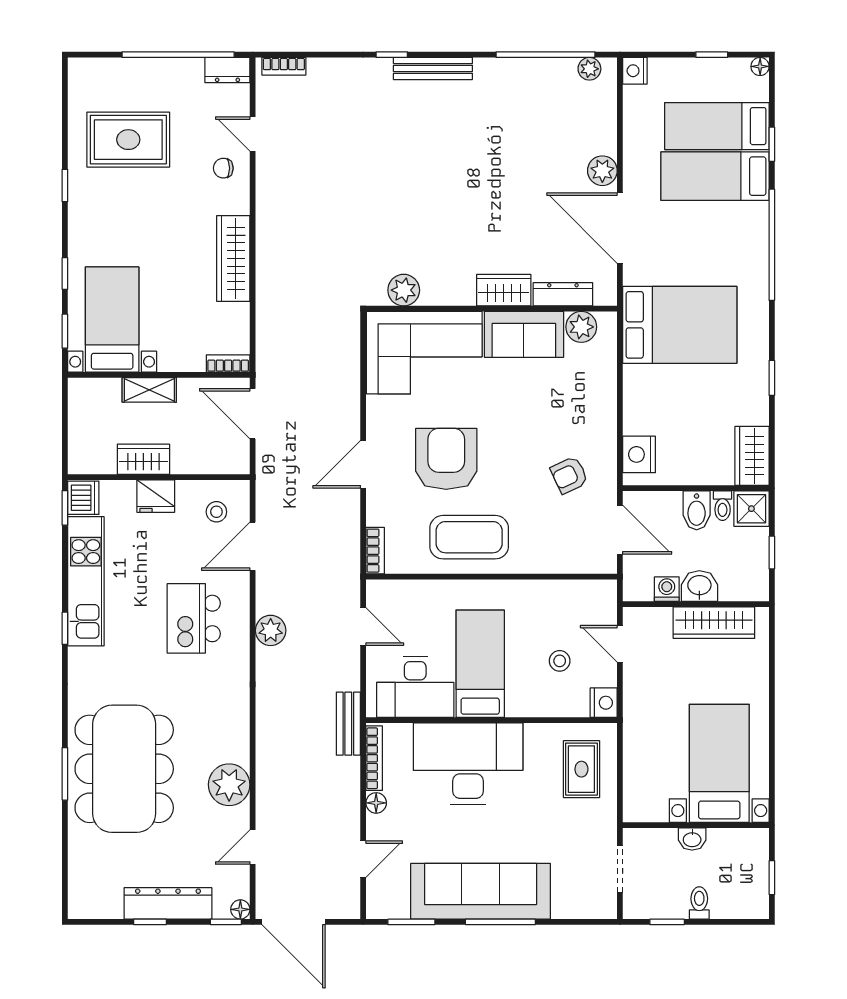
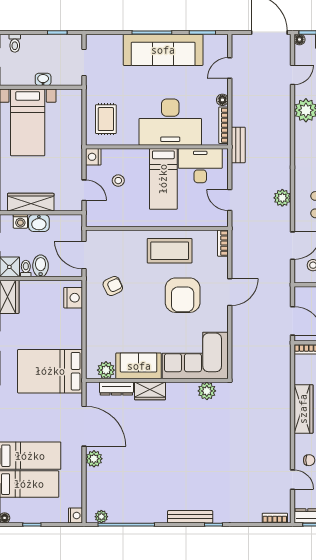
washing machine: (667, 589) -> (20, 221), moved
toilet: (699, 903) -> (15, 43), moved

